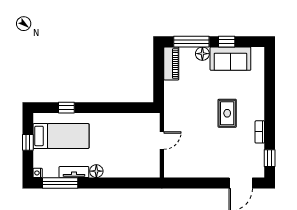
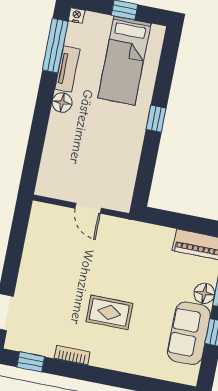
window: (66, 108) -> (156, 119), moved

